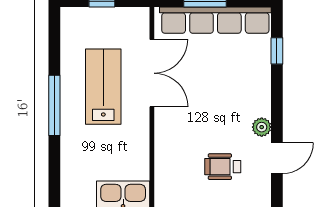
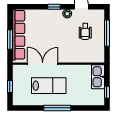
window: (277, 51) -> (54, 7), moved
lab bench: (103, 87) -> (49, 86), turned 180

